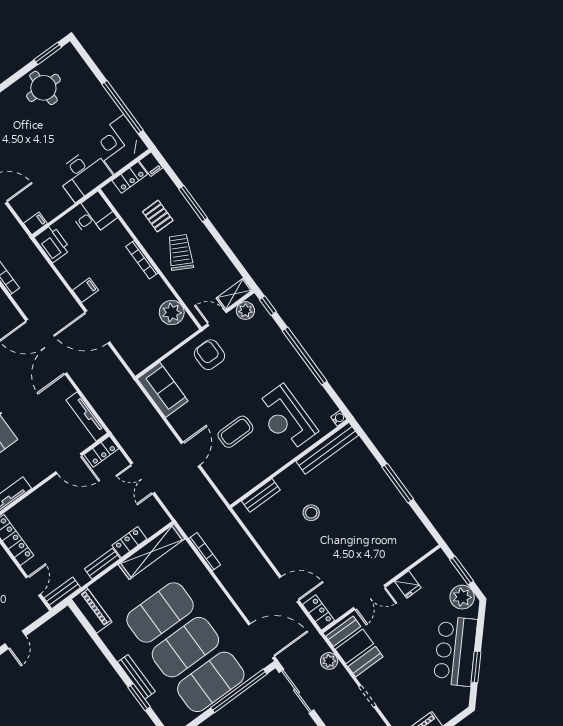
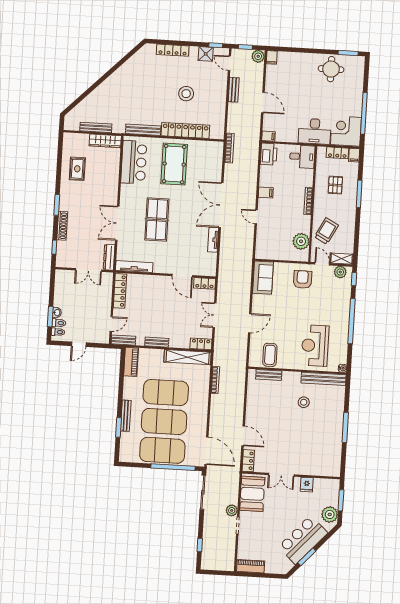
trolley: (180, 252) -> (326, 231), moved
door: (97, 327) -> (256, 217), width x0.53
tv unit: (87, 417) -> (213, 240), moved, width x0.71
coffee table: (235, 432) -> (270, 355), moved, turned 90
stool: (311, 513) -> (304, 402), moved
locker: (129, 542) -> (201, 344), moved
plant: (329, 661) -> (232, 510), moved

